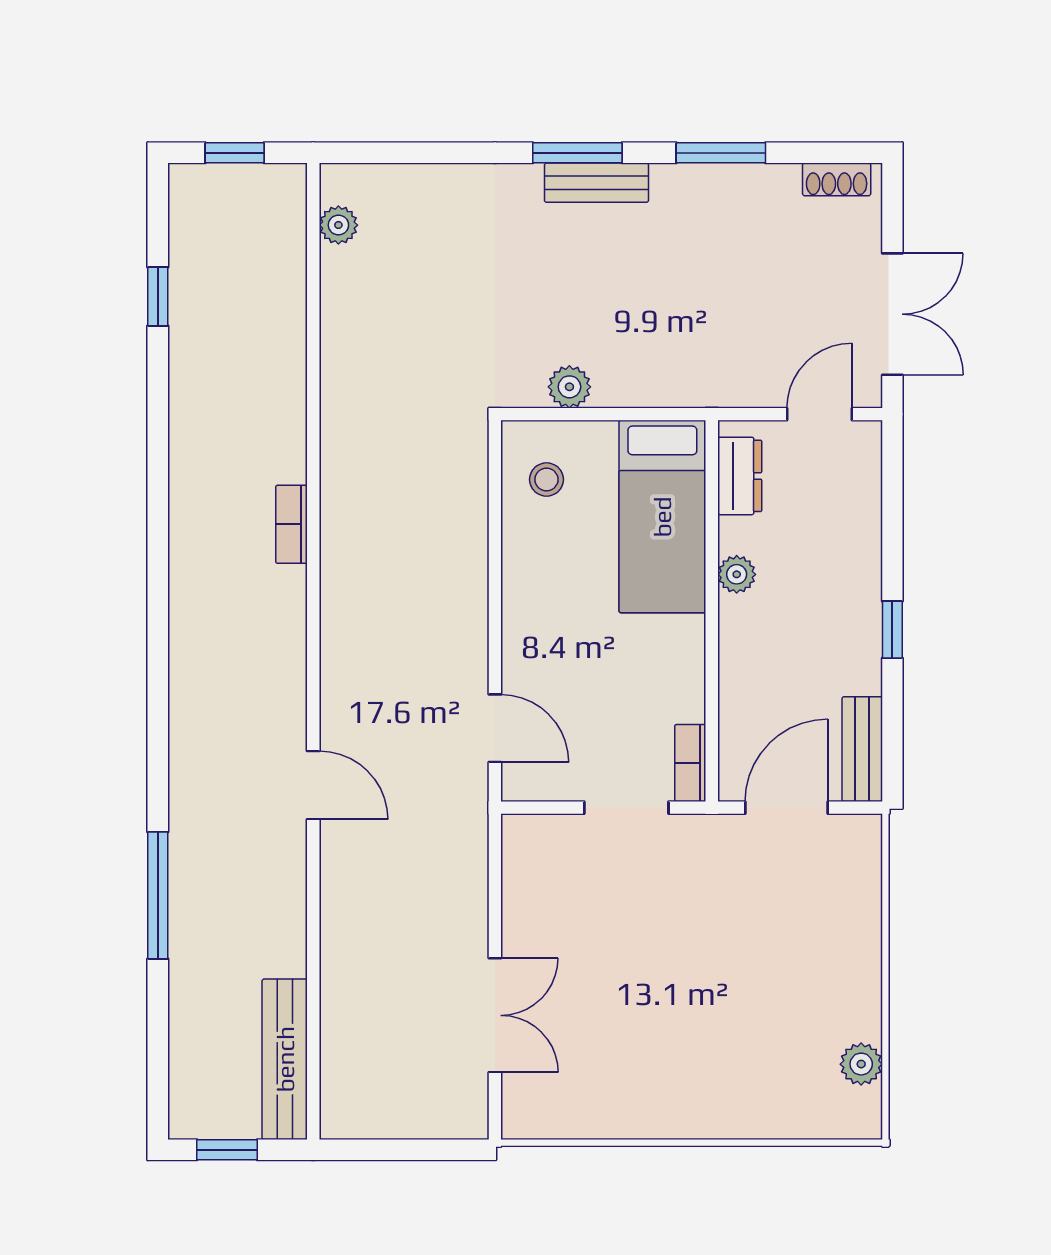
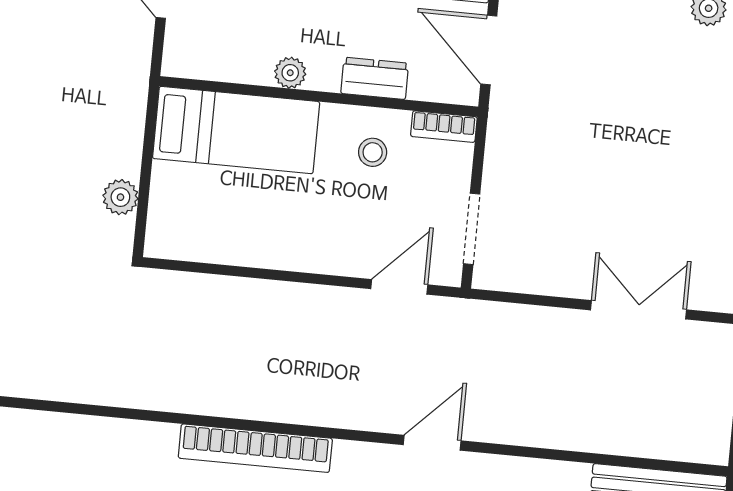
dresser: (740, 476) -> (375, 78), moved
stool: (546, 480) -> (373, 152), moved
bookcase: (291, 524) -> (255, 448), width x2.31, depth x1.31
doorway: (626, 808) -> (472, 229), moved

